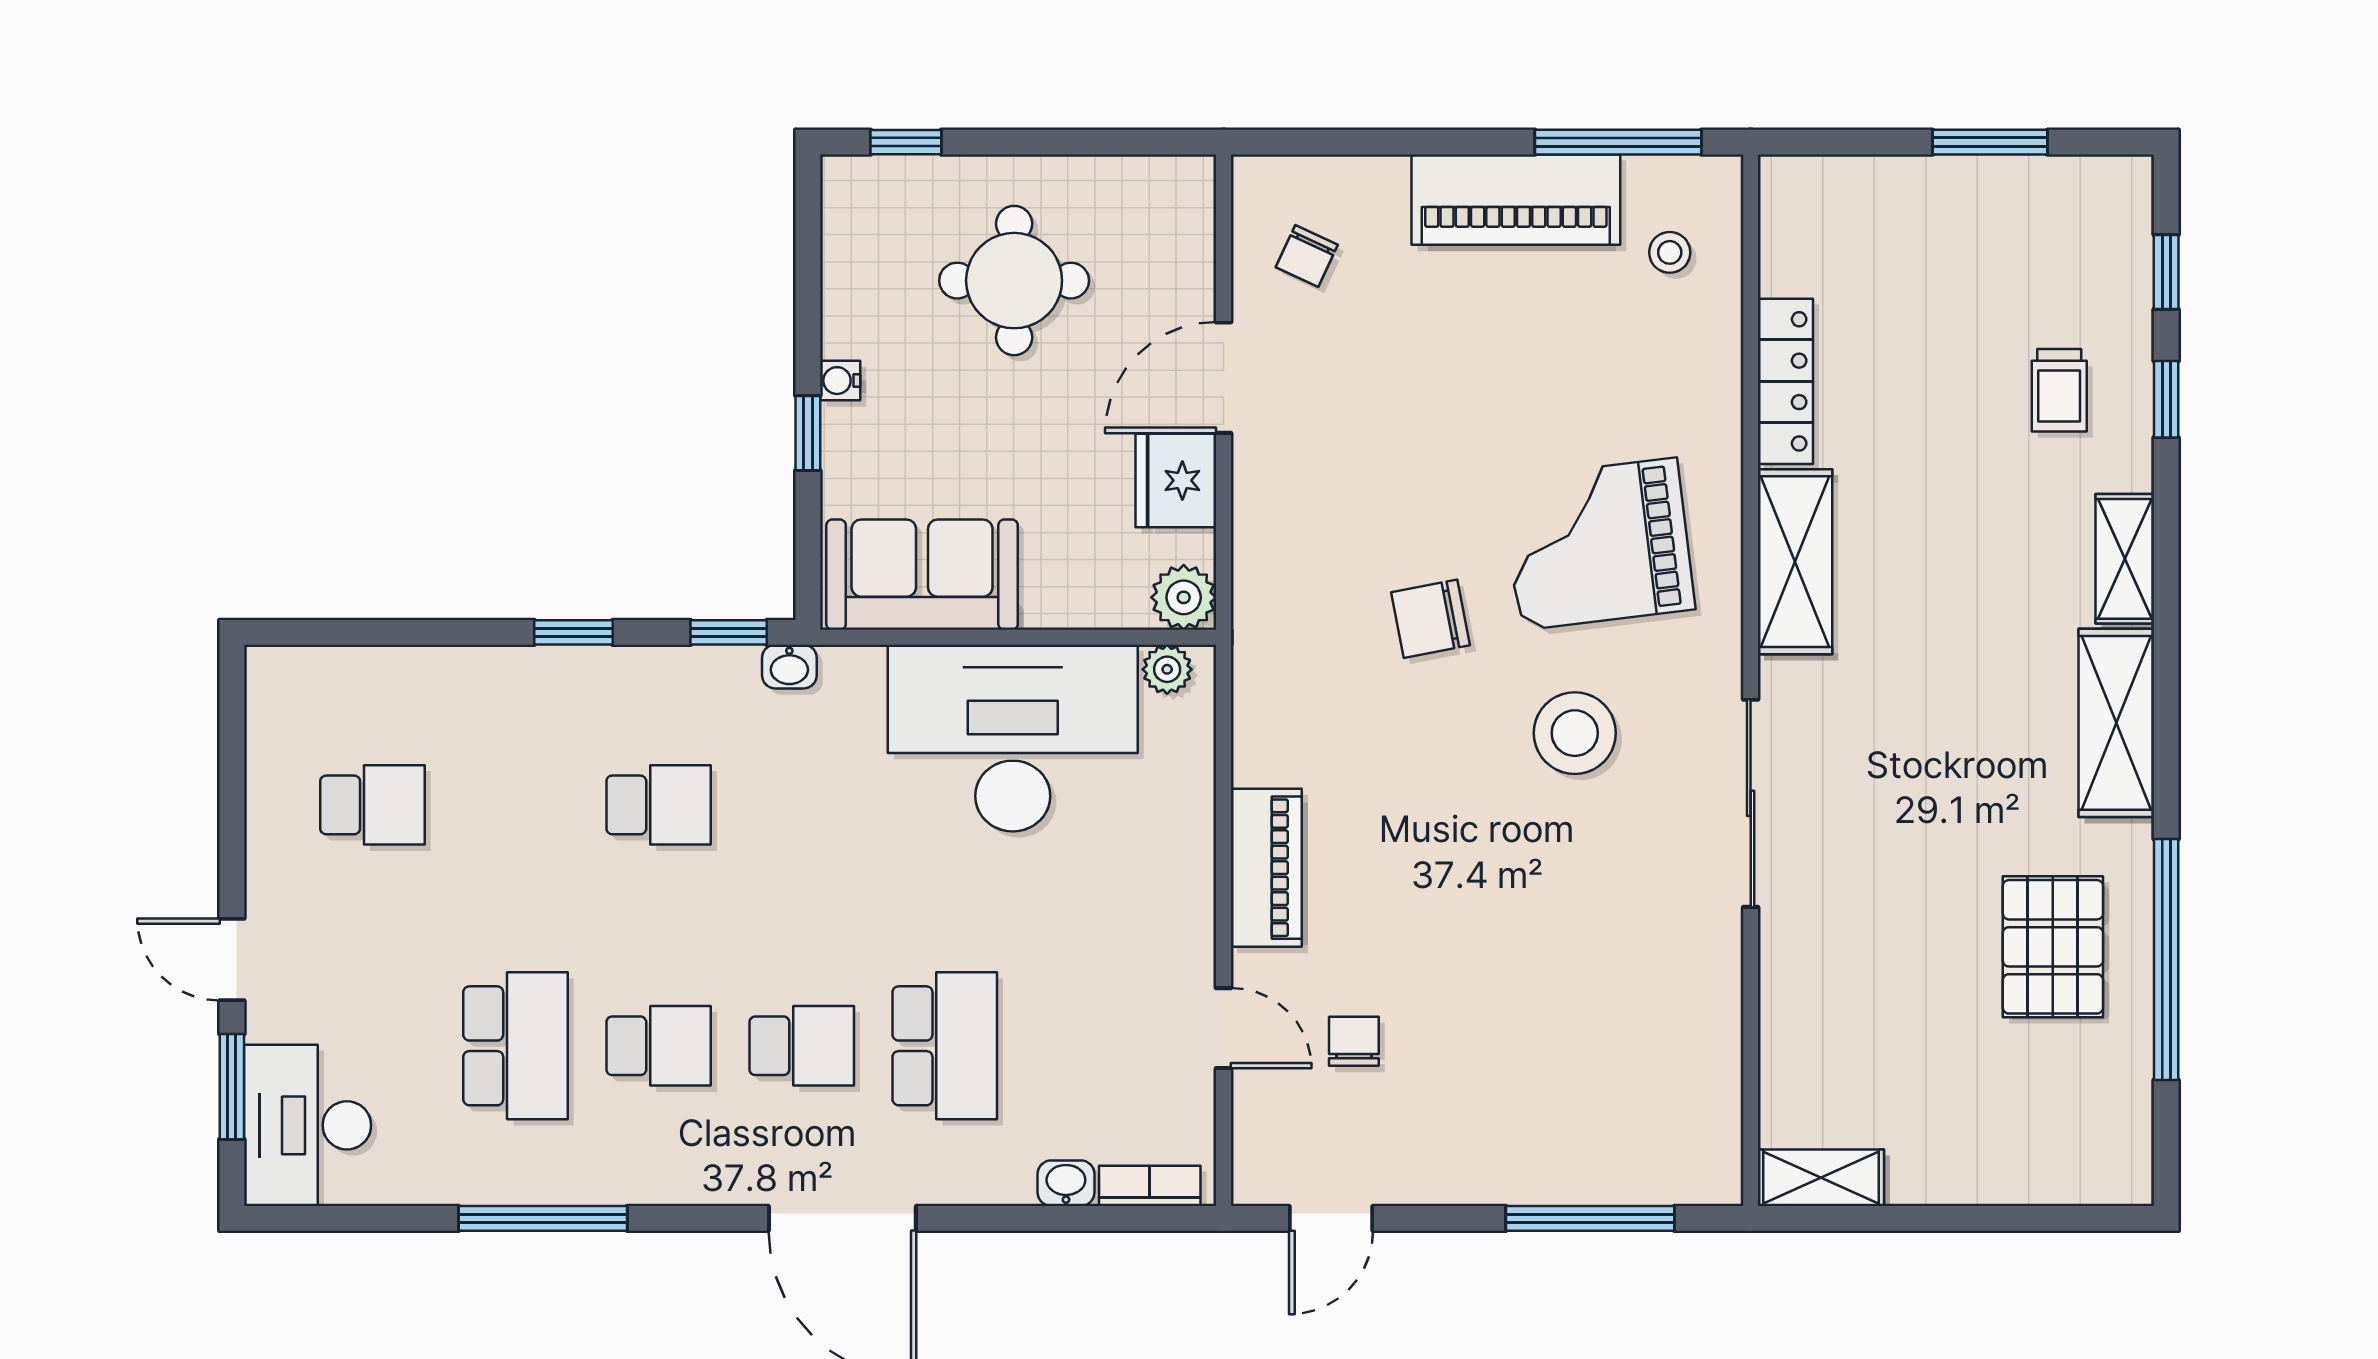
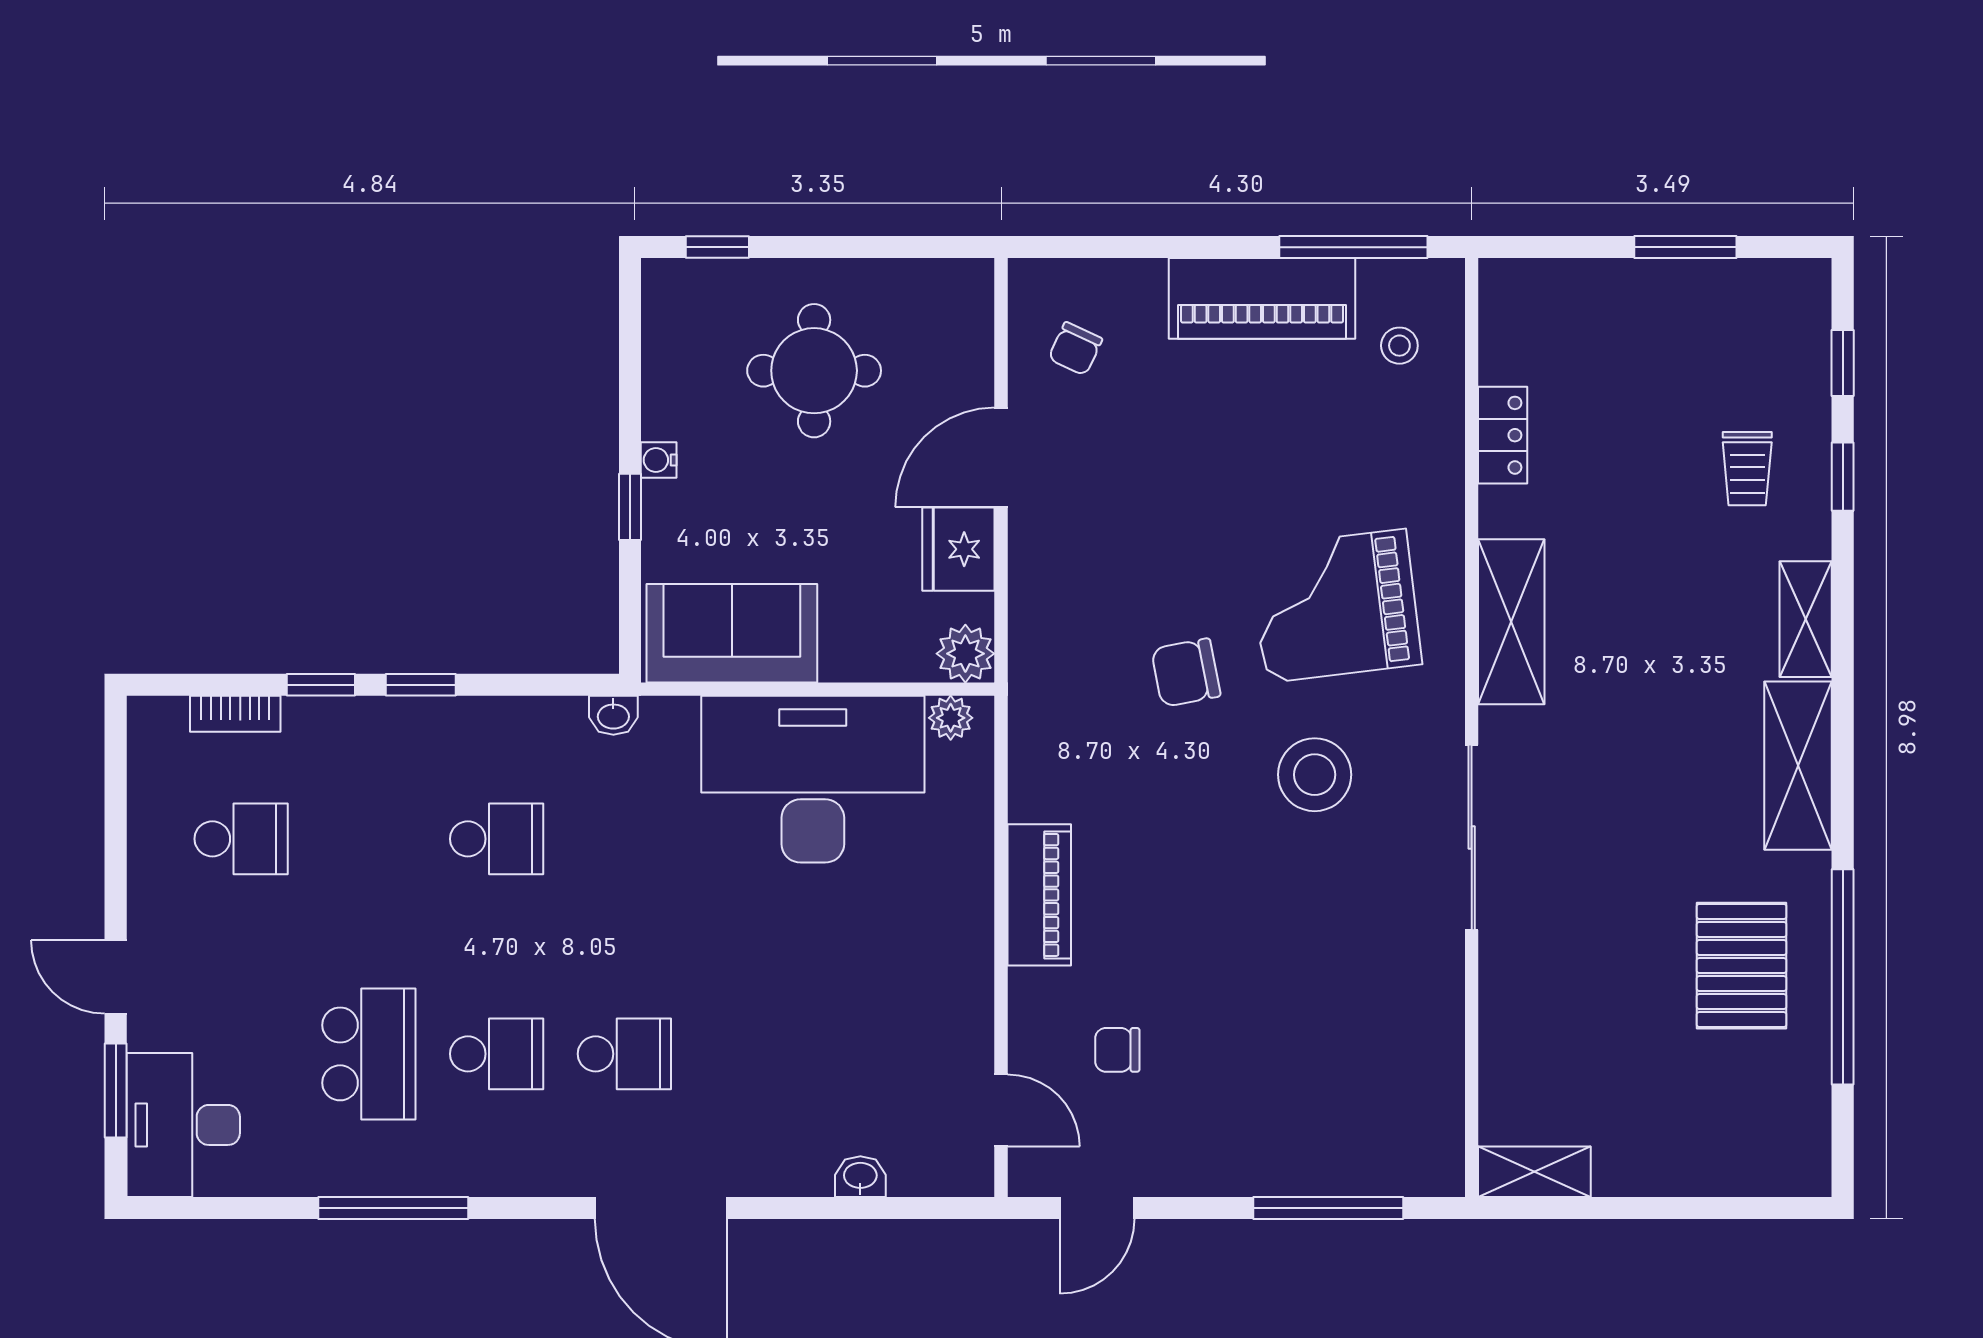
locker: (1785, 381) -> (1503, 435), width x0.66
window: (729, 632) -> (321, 685), moved
door: (1224, 1028) -> (1001, 1110), moved
chair: (1354, 1041) -> (1117, 1050), turned -90
school desk: (945, 1046) -> (752, 1054), removed
bookcase: (1150, 1186) -> (235, 714), moved, turned 180

